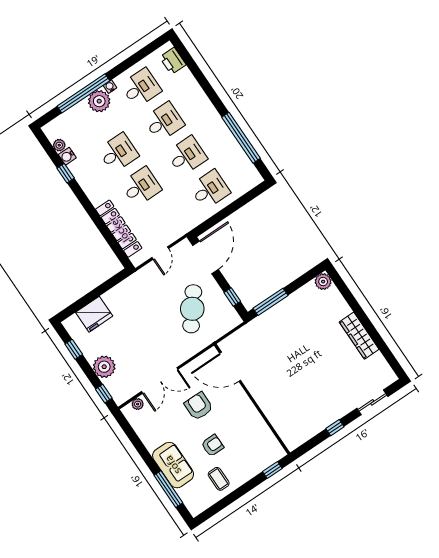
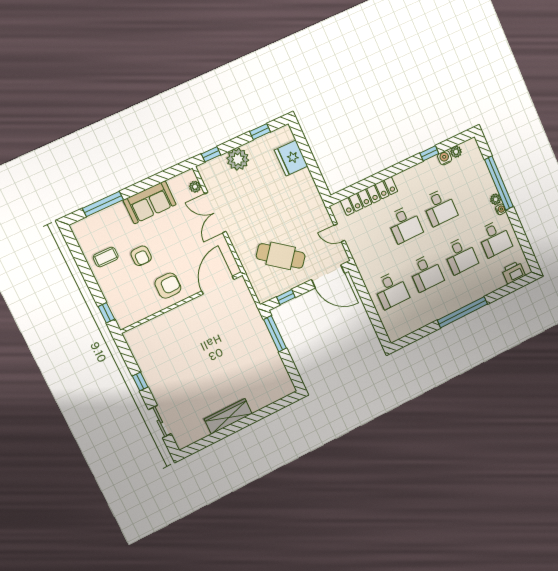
plant: (99, 101) -> (496, 199), width x0.53, depth x0.53
window: (241, 138) -> (462, 312), moved
plant: (323, 282) -> (286, 388), removed
armchair: (199, 406) -> (168, 286), moved
sofa: (173, 465) -> (150, 202), moved

